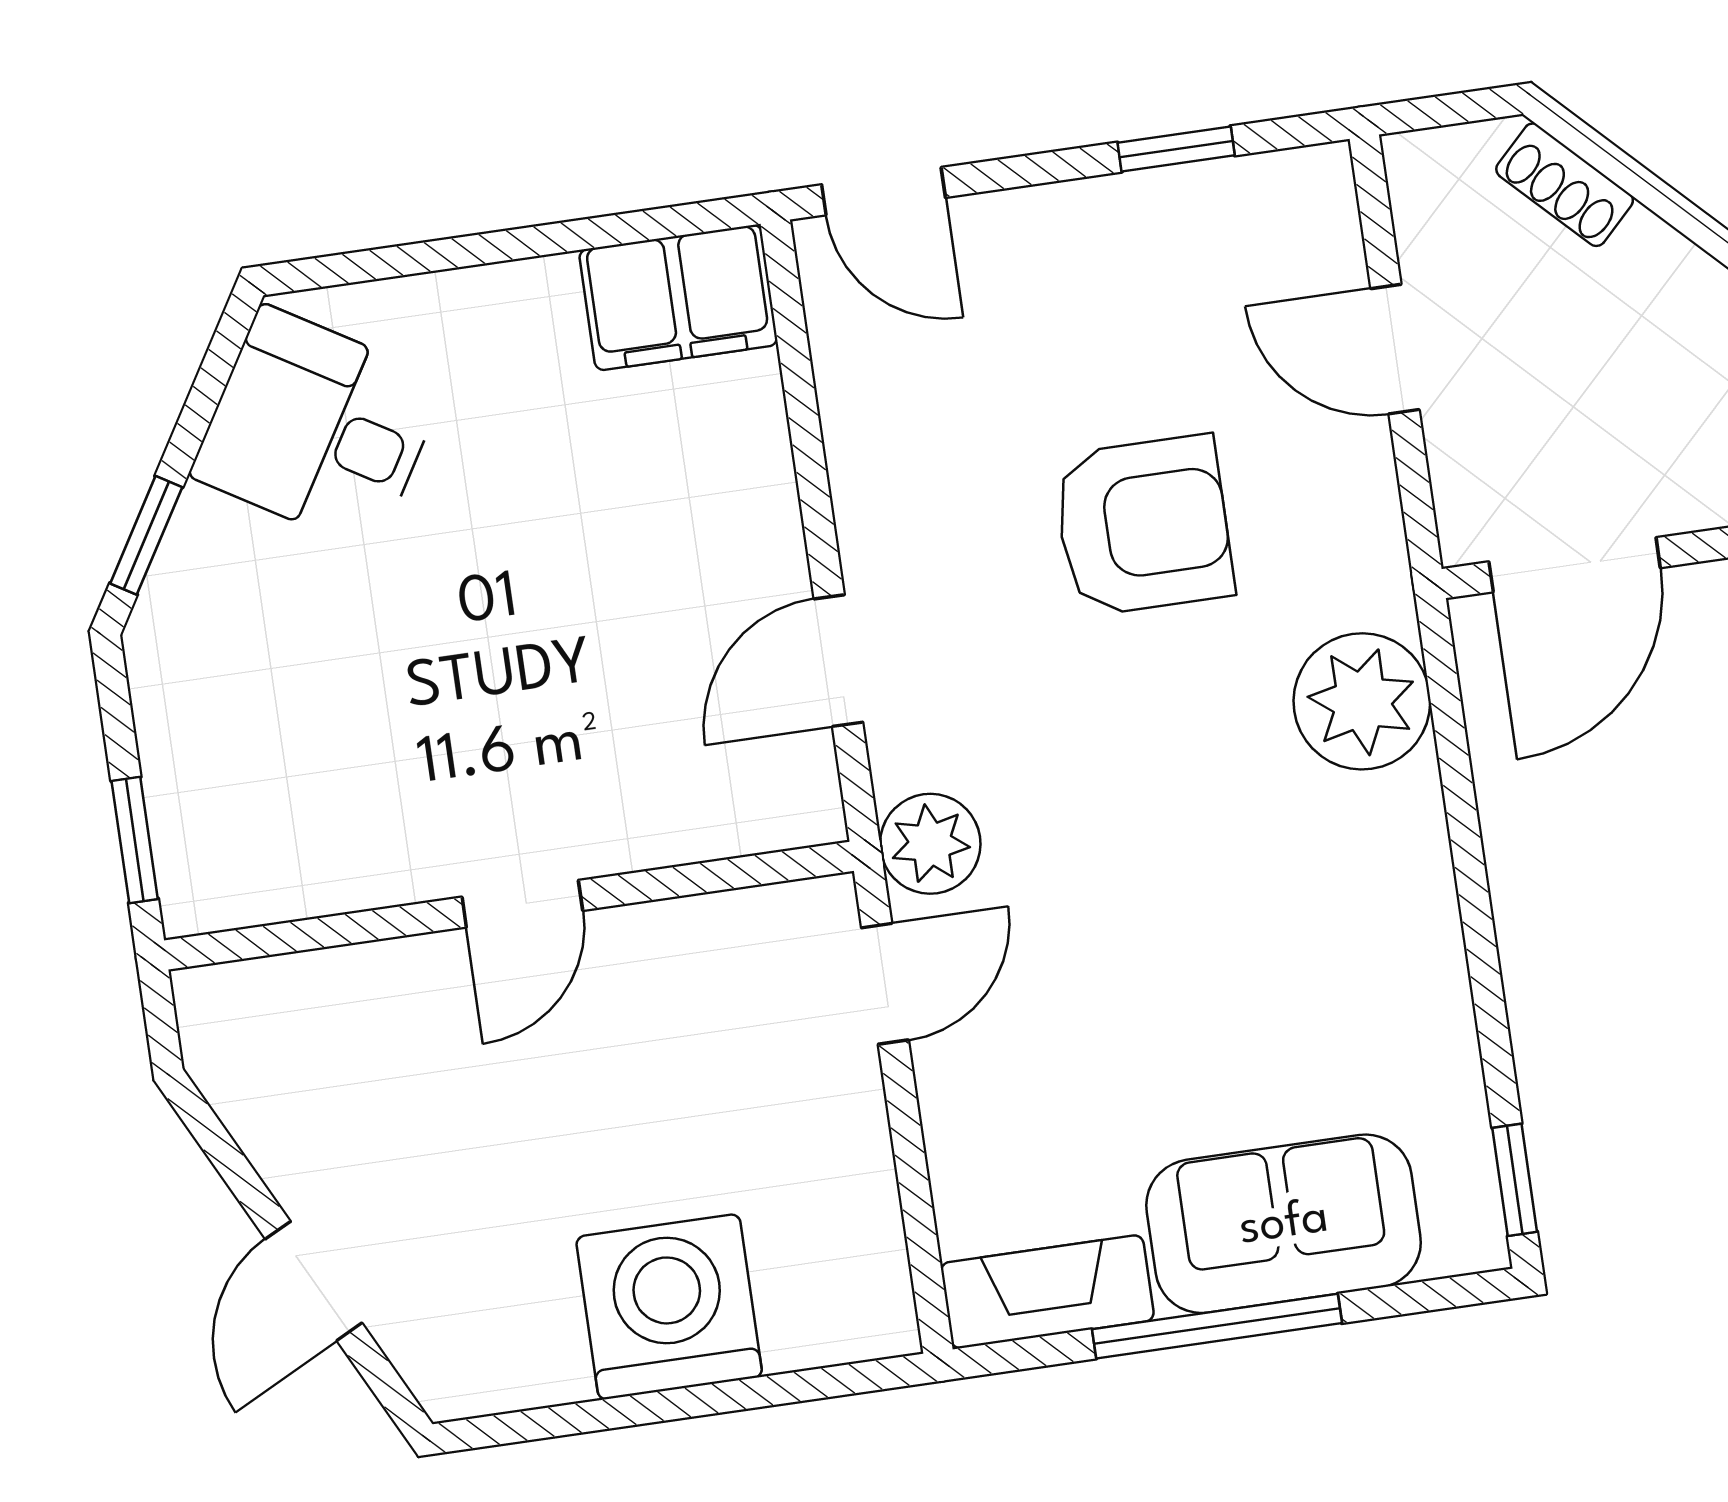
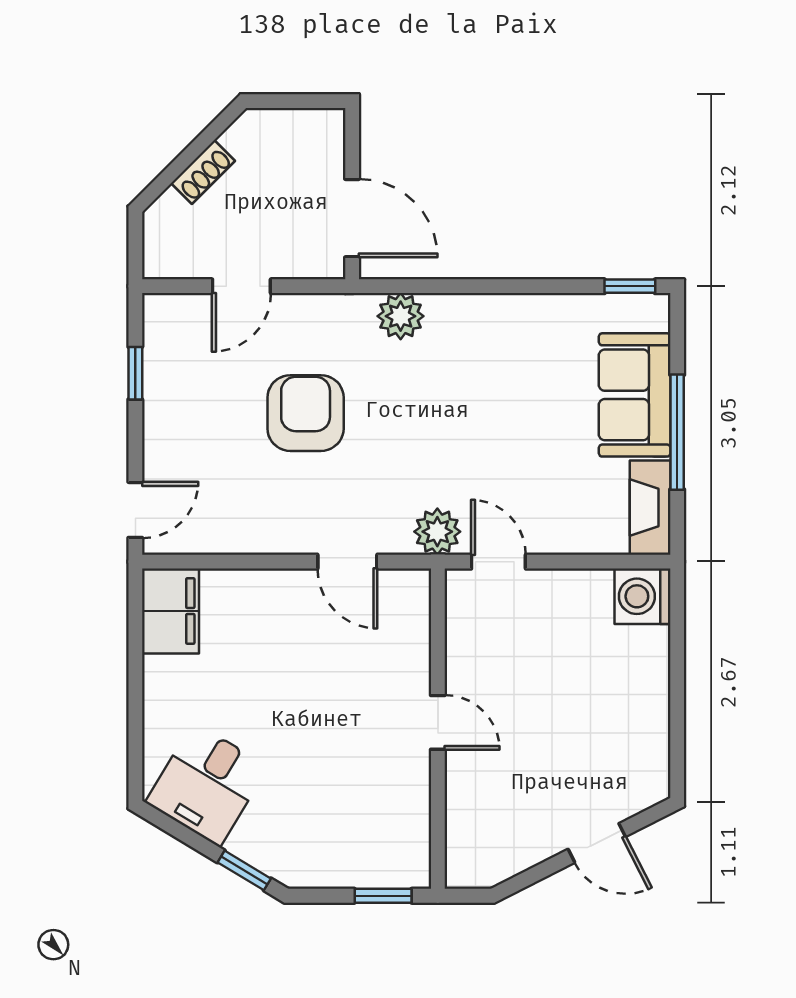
shoe rack: (1565, 185) -> (203, 172), moved
plant: (1362, 701) -> (401, 316), width x0.73, depth x0.73
washing machine: (669, 1307) -> (642, 596), moved, width x0.73, depth x0.73

